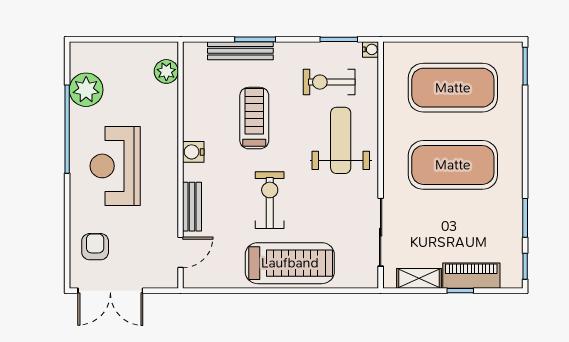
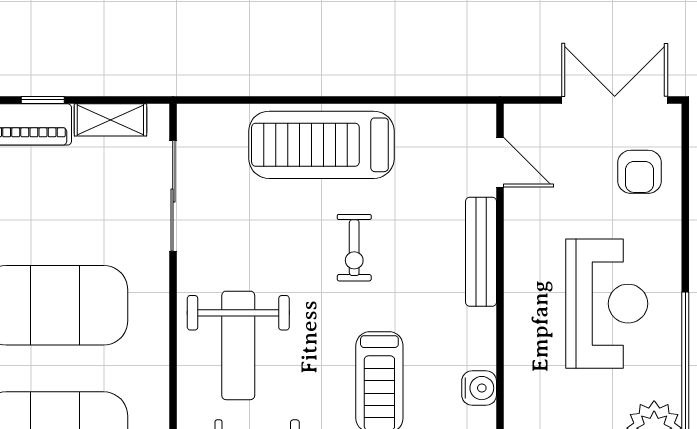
water cooler: (193, 152) -> (479, 388), moved
exercise bike: (270, 200) -> (354, 248), width x0.73, depth x0.72
bench: (192, 207) -> (481, 252), width x1.36
door: (180, 252) -> (500, 162), swing flipped

